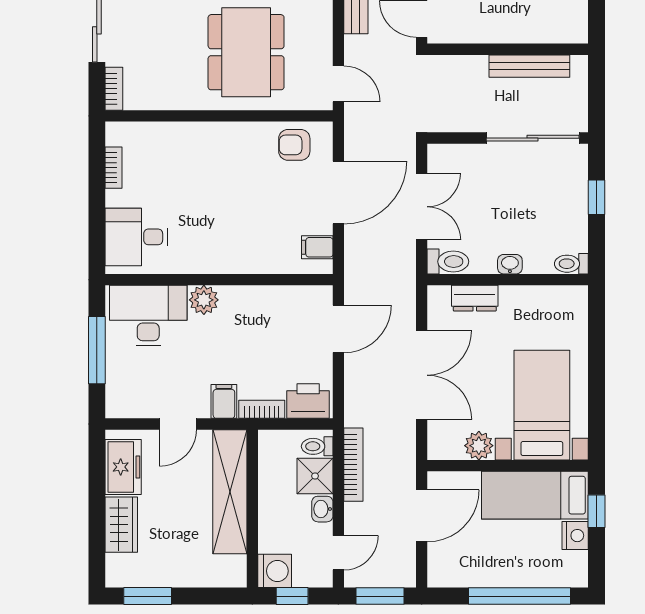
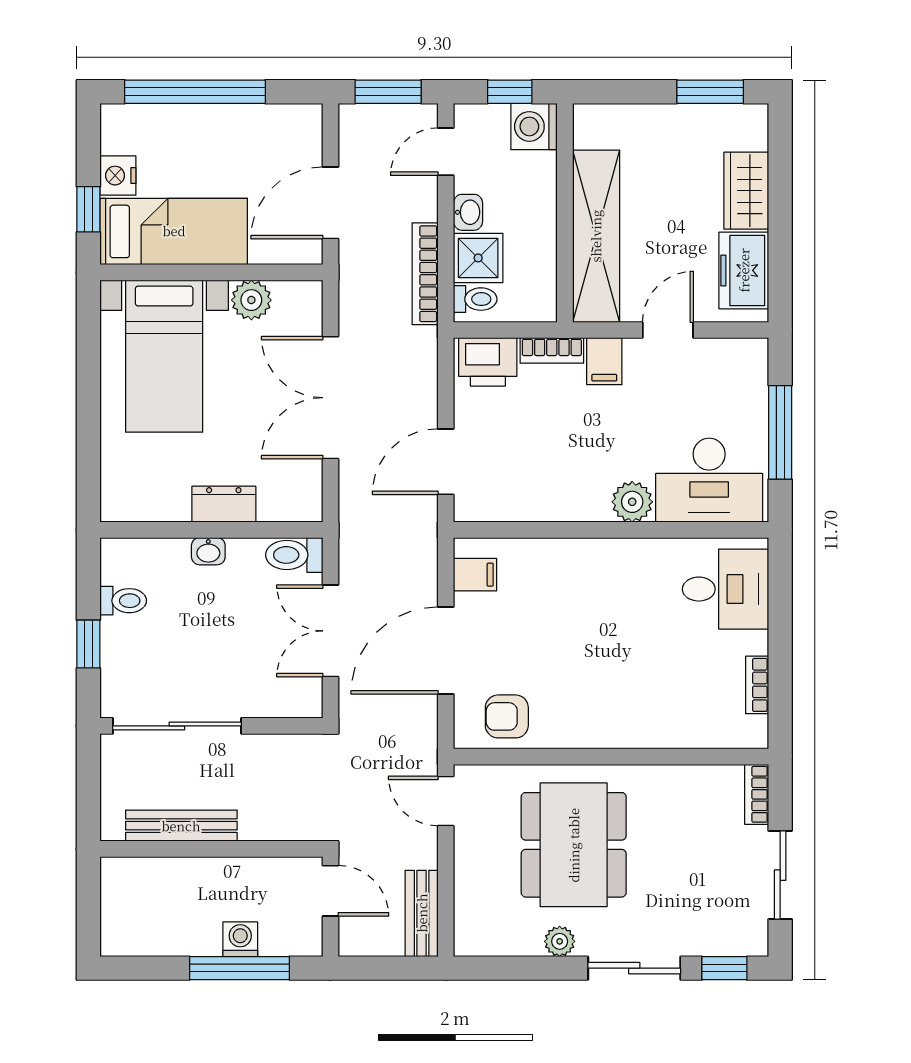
armchair: (294, 145) -> (507, 716), turned 180
toilet: (571, 264) -> (123, 601), moved
dresser: (475, 298) -> (224, 504), moved

